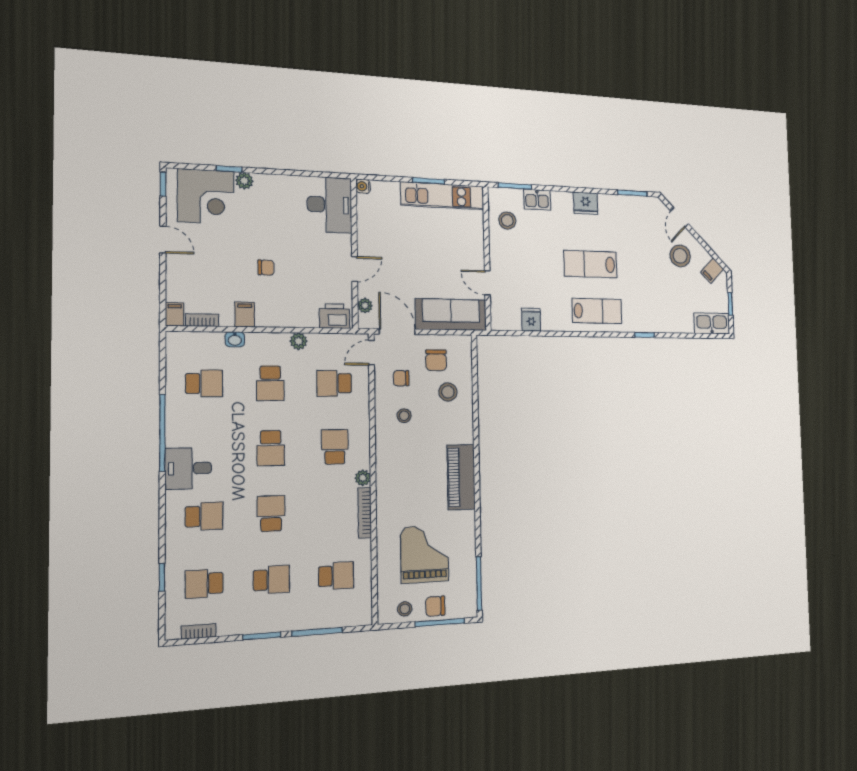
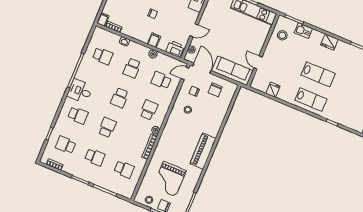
lab bench: (590, 264) -> (318, 74), turned 180
filing cabinet: (245, 314) -> (154, 40), moved
stool: (448, 392) -> (214, 108), removed
grand piano: (425, 554) -> (169, 179), turned 180

